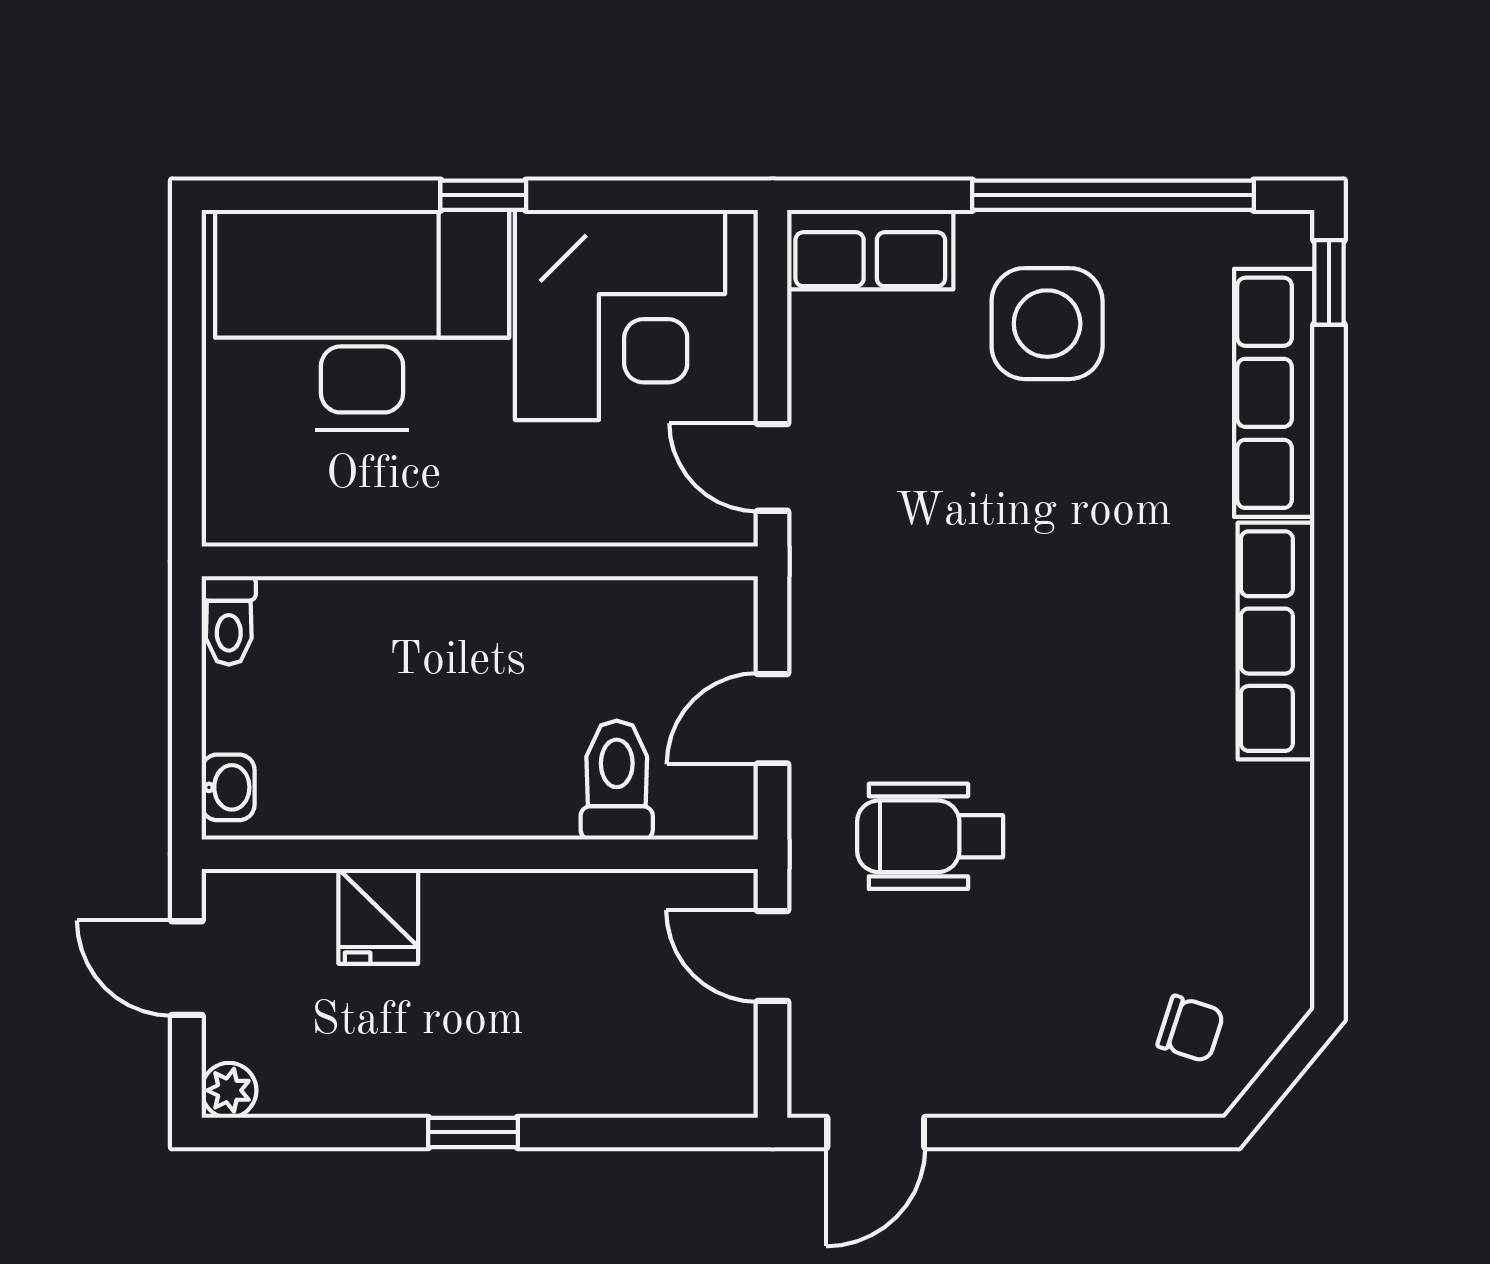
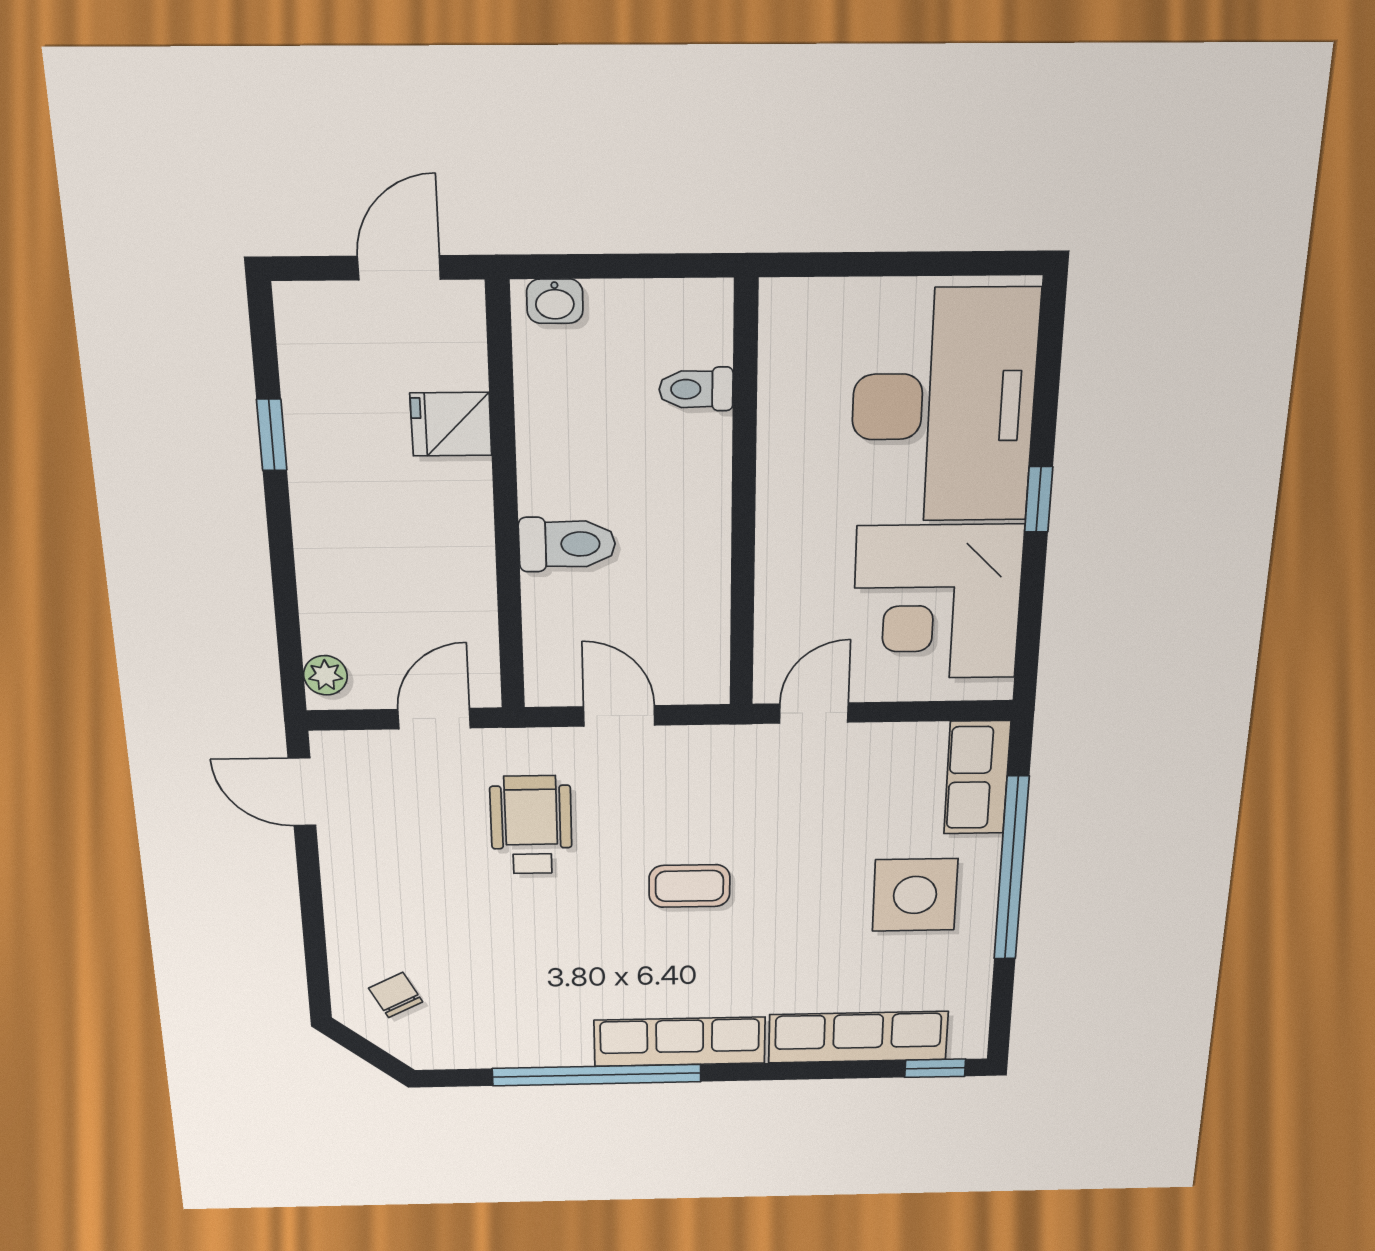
window: (1113, 195) -> (1011, 869), moved
toilet: (229, 620) -> (696, 389), moved
coffee table: (1027, 628) -> (689, 886), added
window: (1329, 757) -> (597, 1075), added
toilet: (617, 780) -> (567, 544), moved
chair: (1191, 1029) -> (396, 995), turned 135
plant: (229, 1090) -> (325, 675), moved
window: (473, 1132) -> (272, 435), moved

